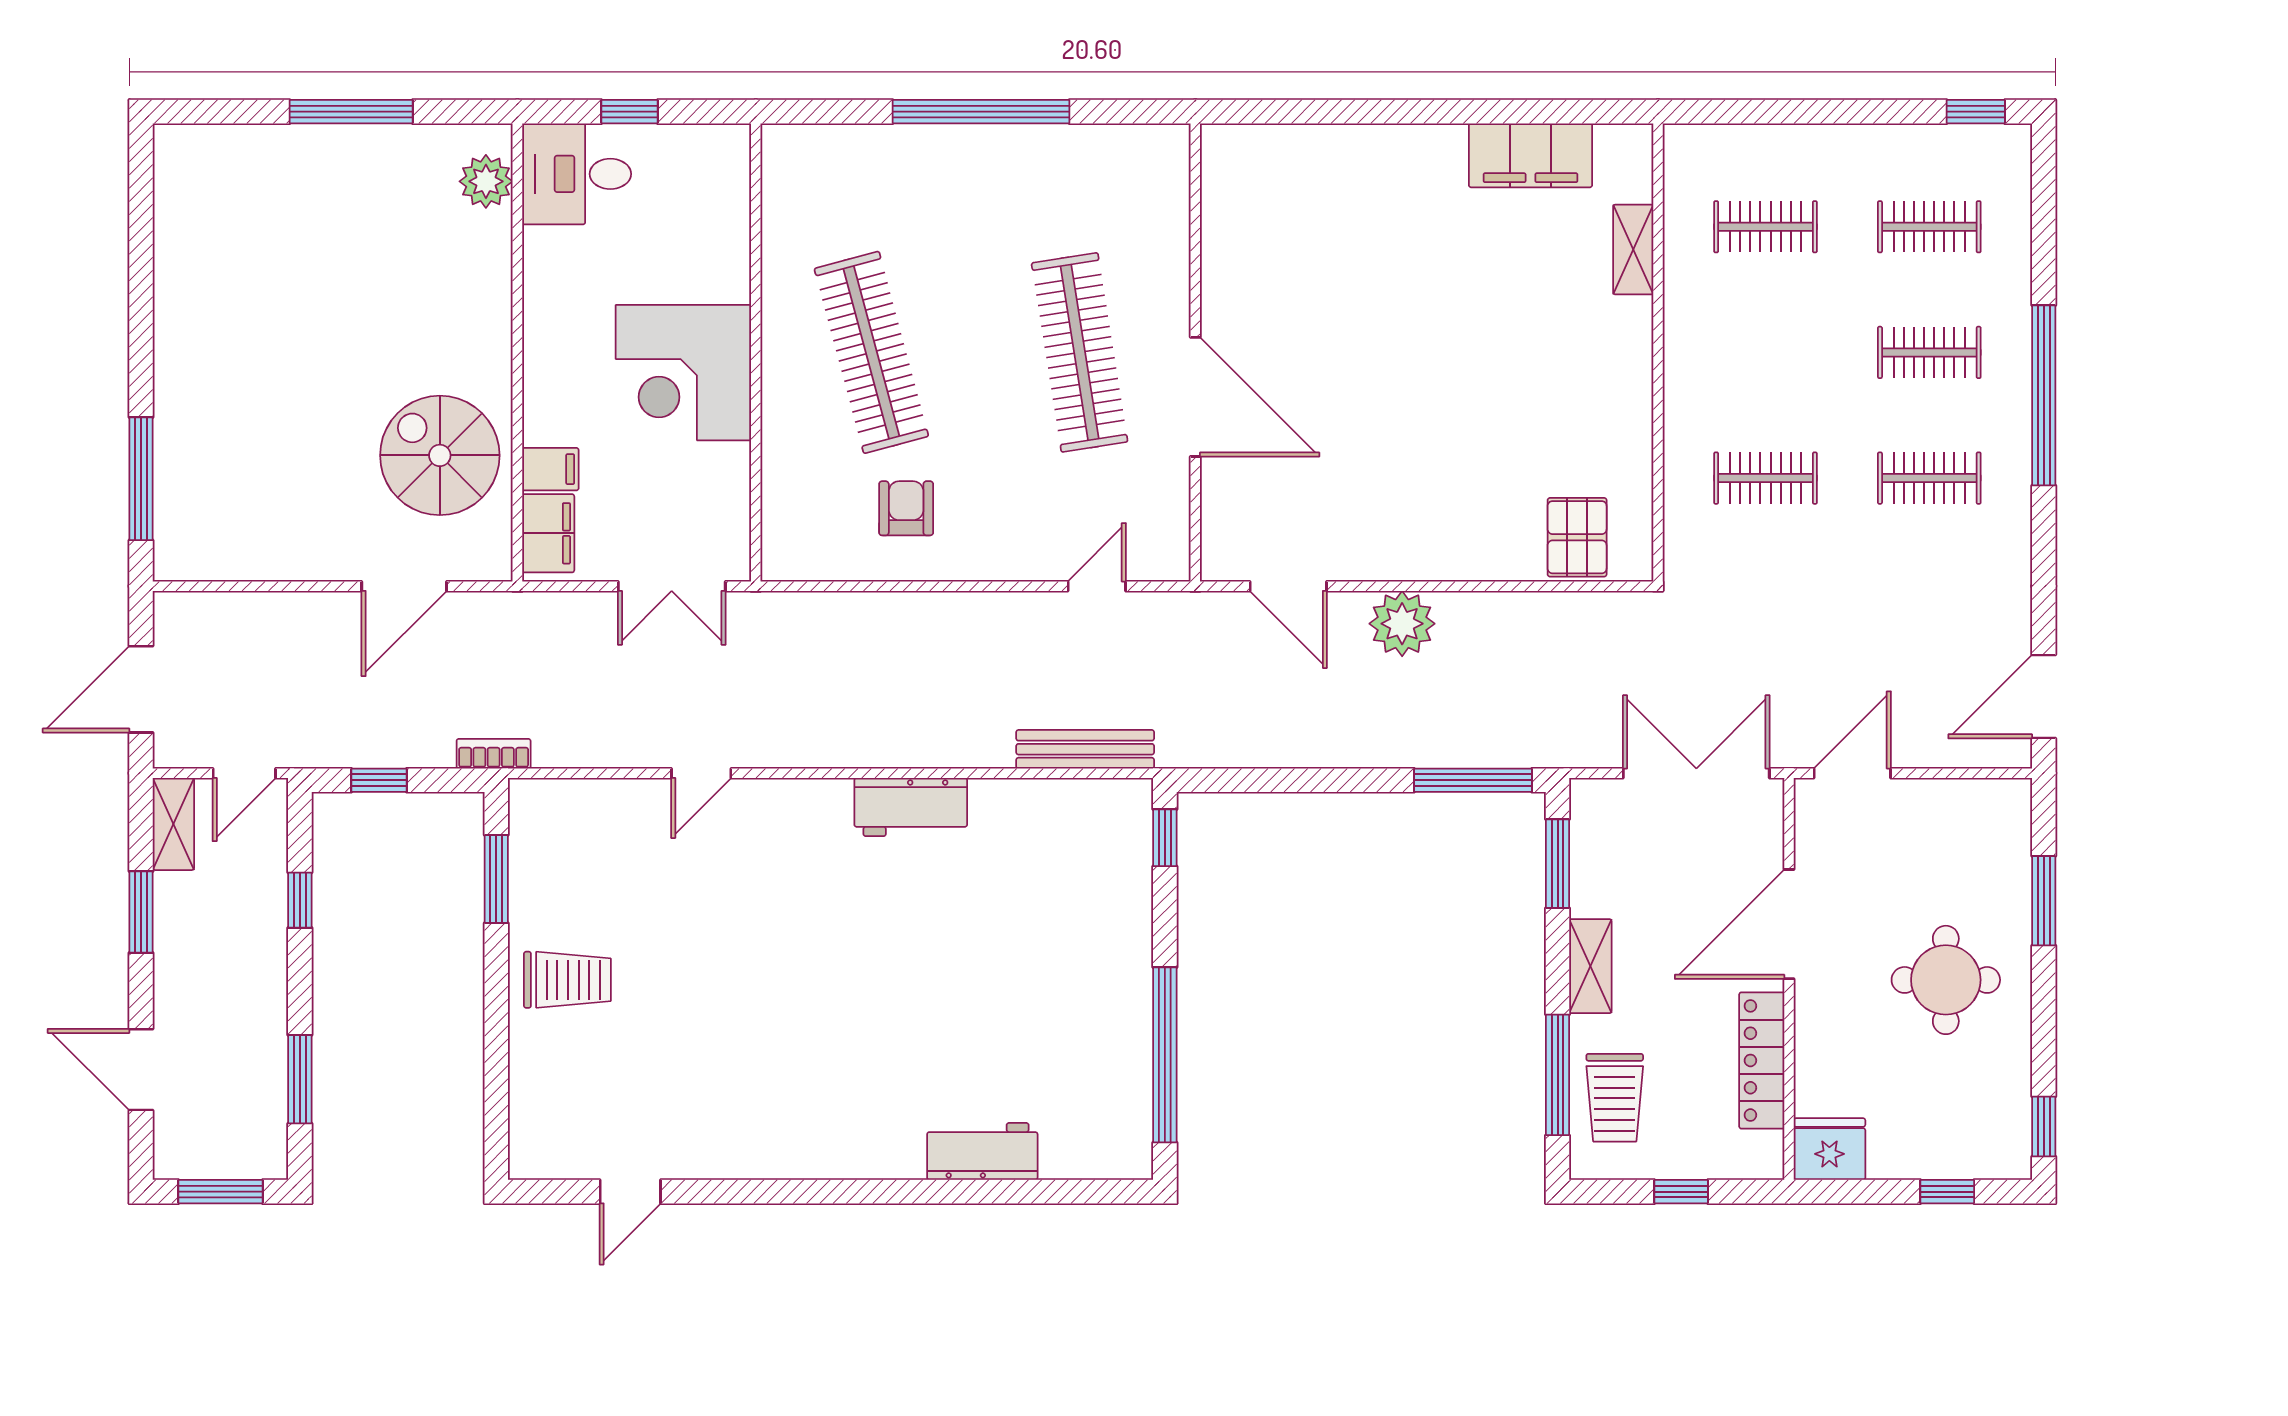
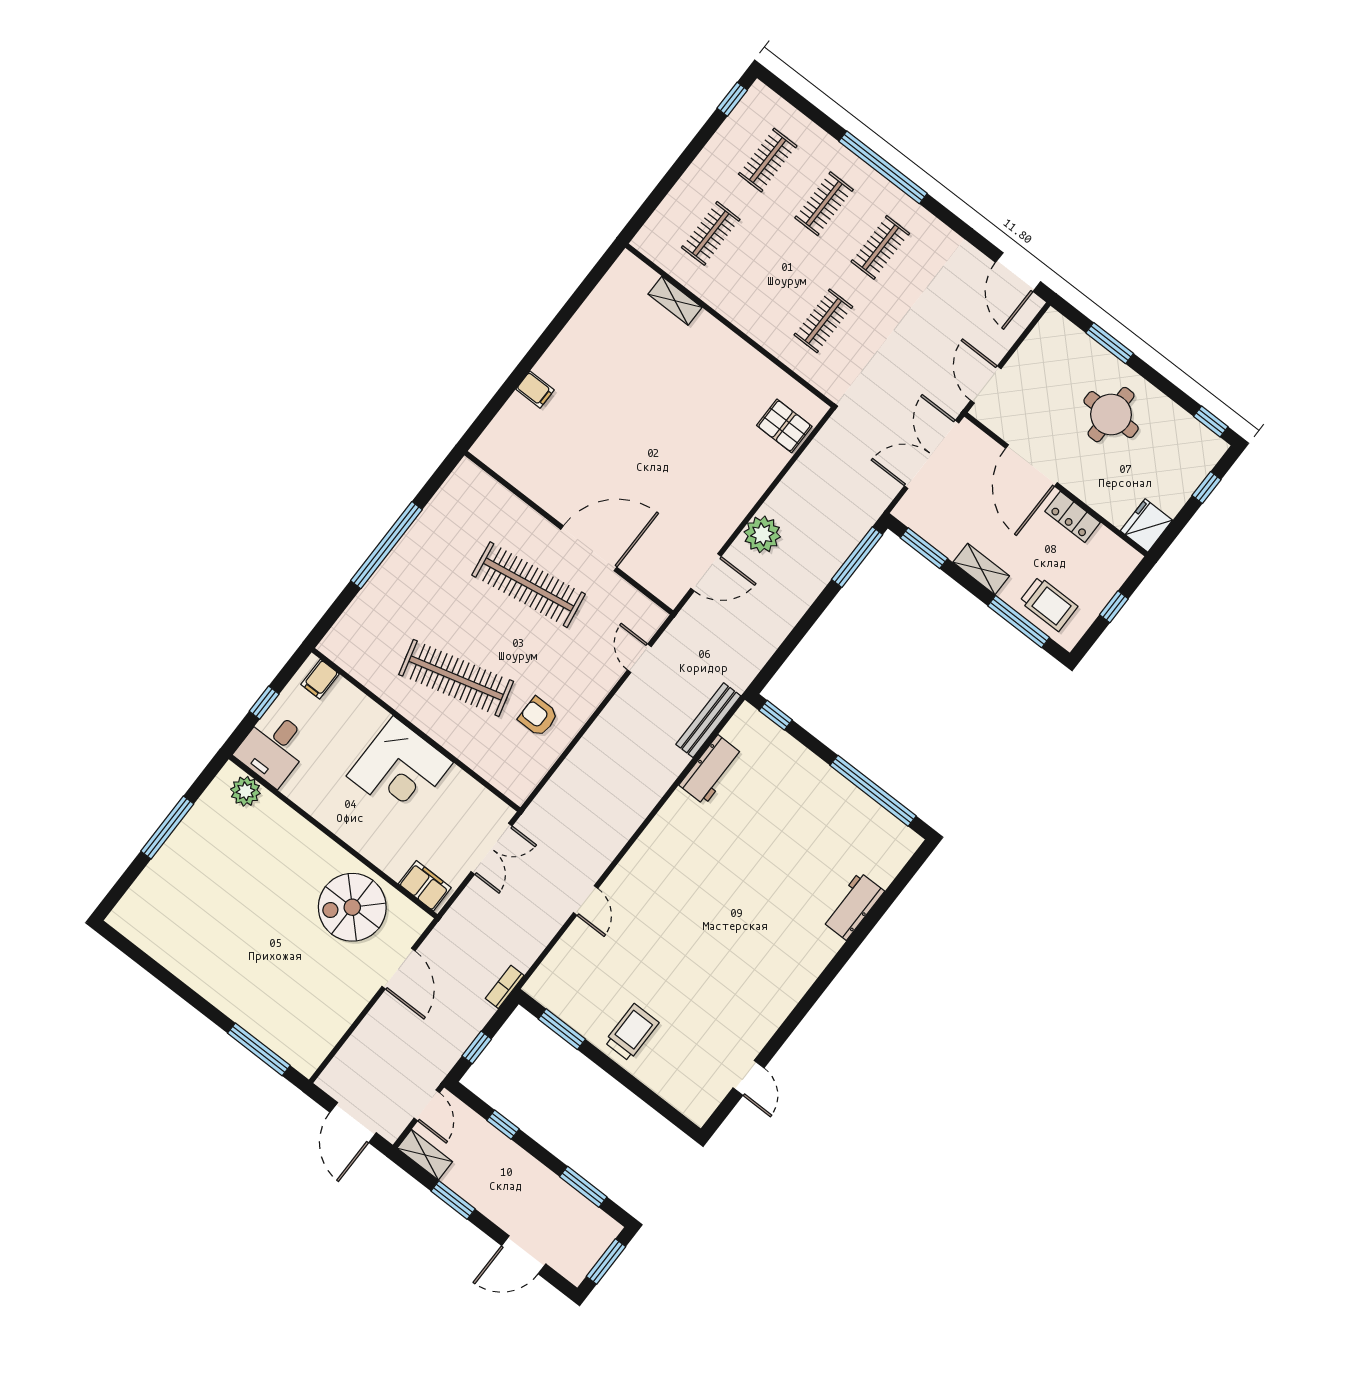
filing cabinet: (1530, 155) -> (535, 390), moved, width x0.33, depth x0.86
filing cabinet: (550, 469) -> (320, 679), moved, turned 180
workbench: (911, 807) -> (711, 770), moved
locker: (1762, 1060) -> (1073, 517), width x0.66

